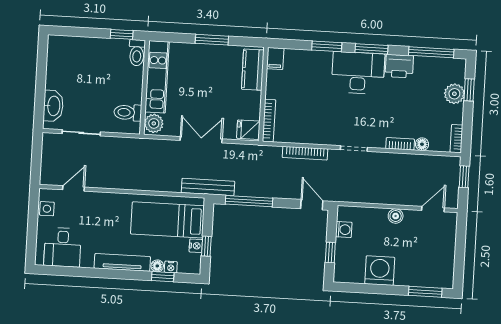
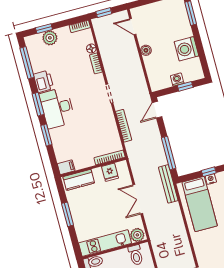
fridge: (248, 130) -> (110, 172), moved
washing machine: (344, 230) -> (177, 80), moved

